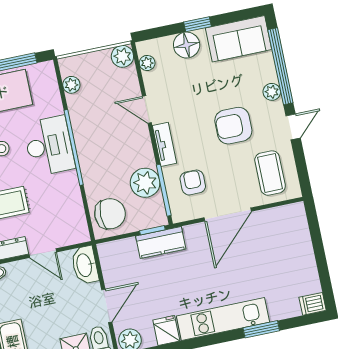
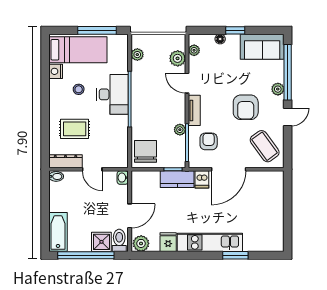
floor lamp: (187, 45) -> (220, 39), width x0.53, depth x0.53
plant: (122, 56) -> (178, 58), moved
armchair: (233, 126) -> (246, 107), turned -90
coffee table: (270, 173) -> (265, 146), turned -36
plant: (145, 183) -> (180, 130), width x0.53, depth x0.53
chair: (110, 214) -> (146, 151), turned -90
washbasin: (85, 265) -> (123, 178), width x0.52, depth x0.69
dishwasher: (313, 304) -> (202, 179), moved, turned -90

